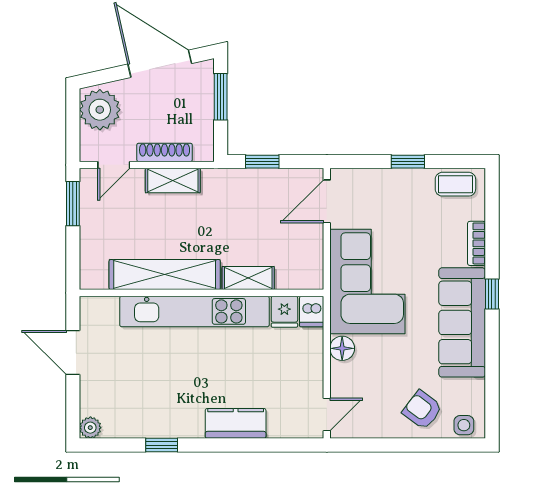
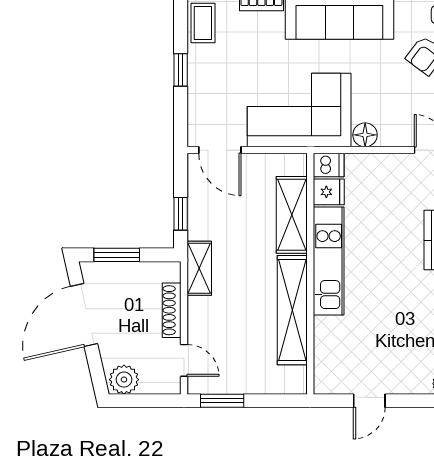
plant: (100, 110) -> (124, 380), width x0.73, depth x0.73
shelving: (173, 180) -> (199, 268), moved
shelving: (248, 278) -> (292, 215), width x1.50, depth x1.33
kitchen unit: (194, 311) -> (329, 261), width x0.73
door: (73, 353) -> (369, 401), width x0.73

